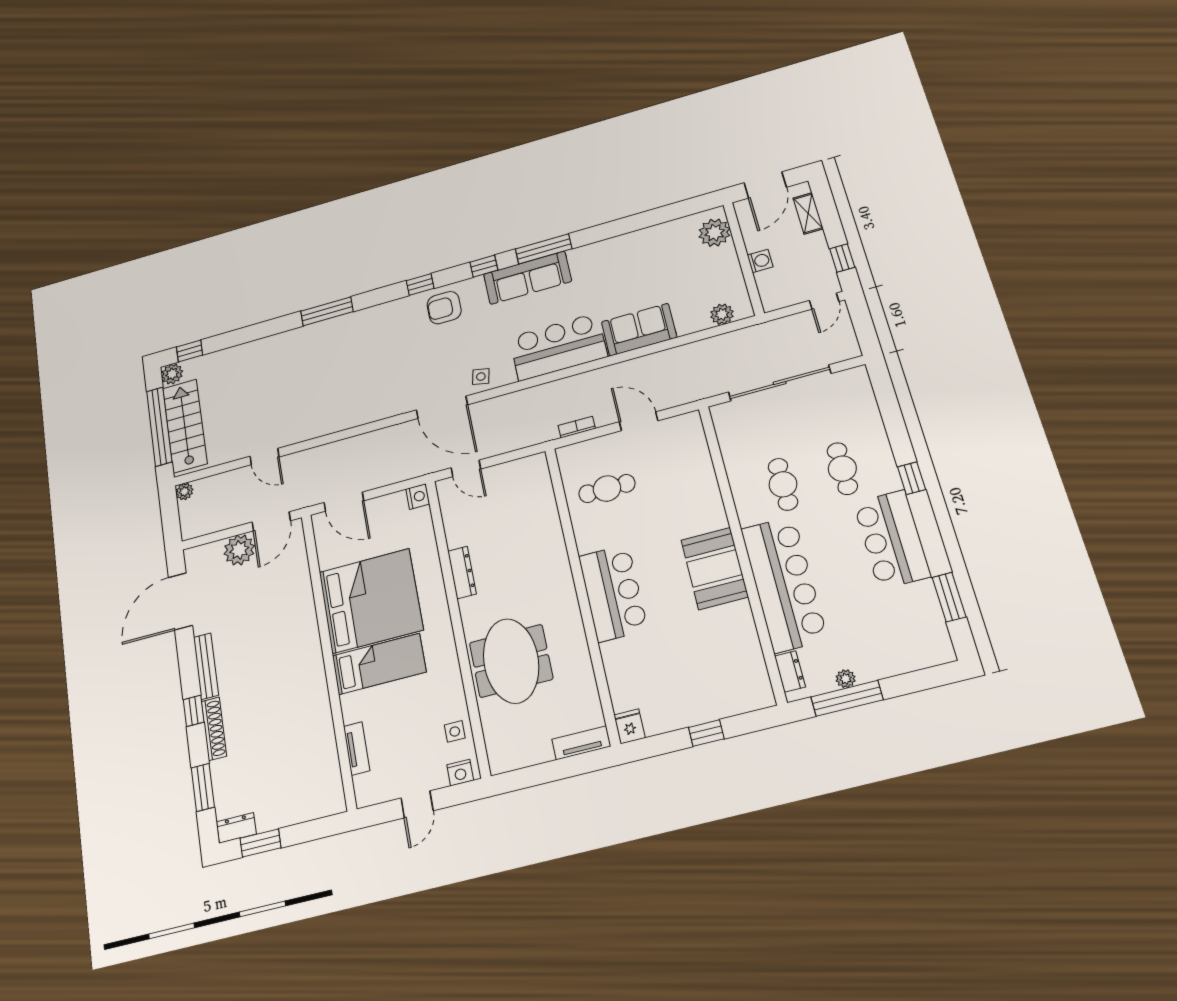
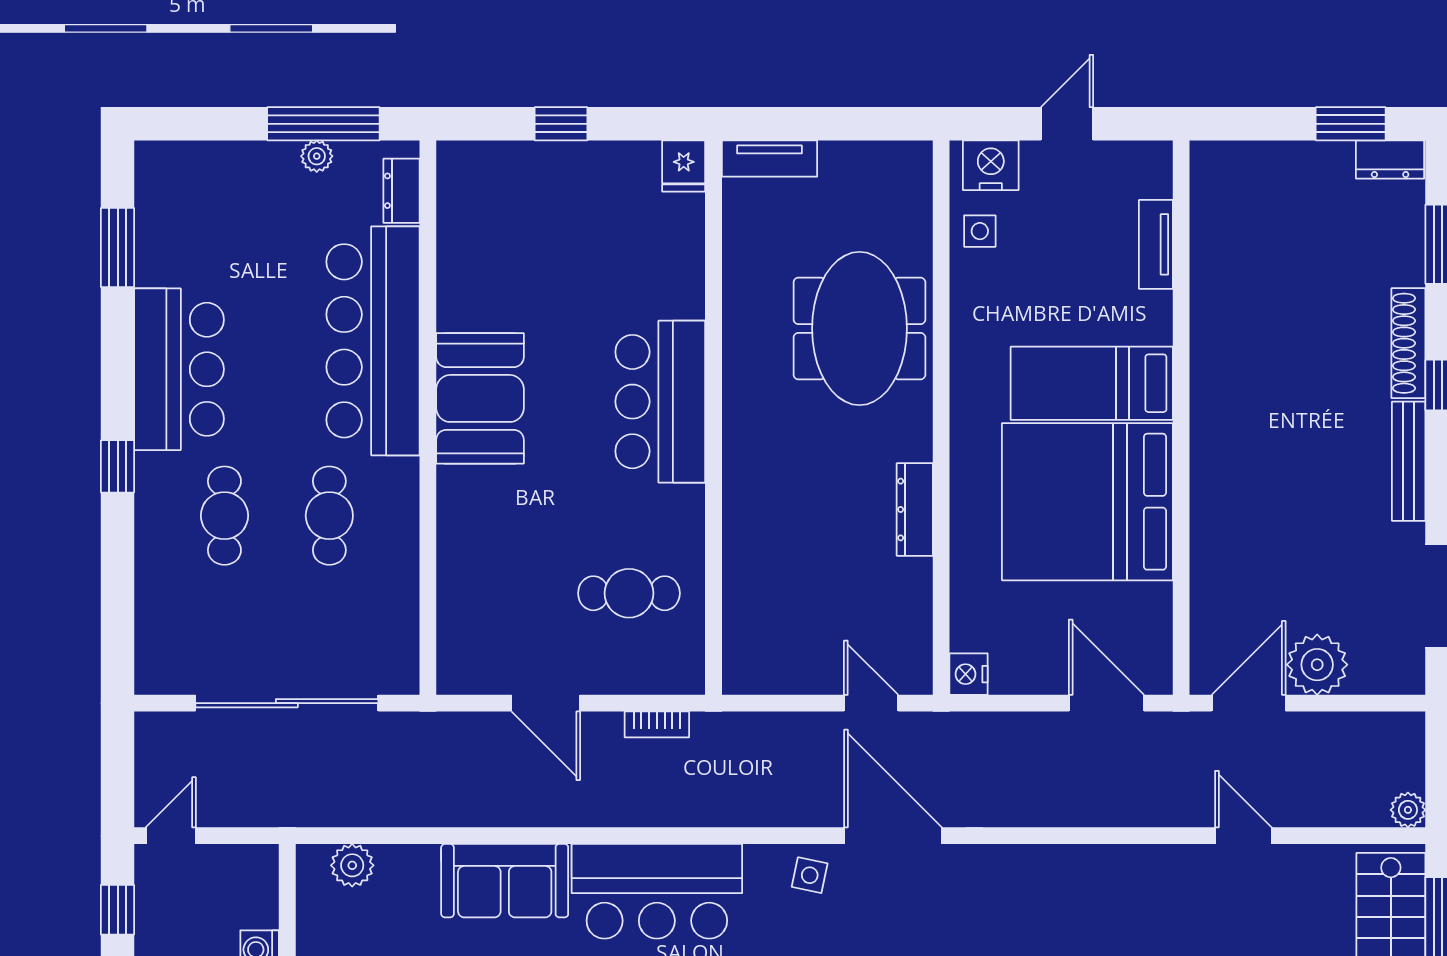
nightstand: (460, 773) -> (991, 165), width x1.36, depth x1.33

